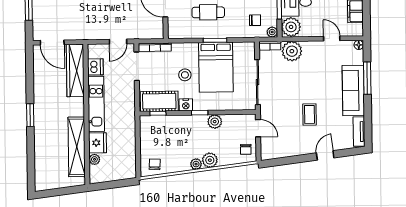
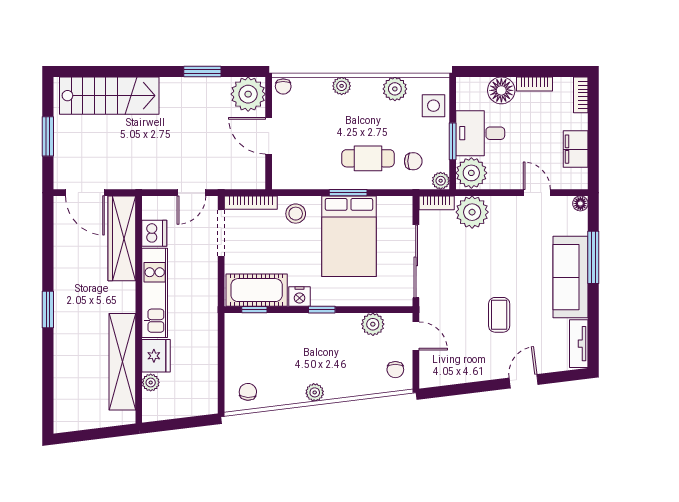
cafe table: (208, 12) -> (368, 158), moved
stool: (185, 75) -> (296, 214), moved
plant: (215, 122) -> (373, 324), moved
plant: (210, 160) -> (337, 386), removed

